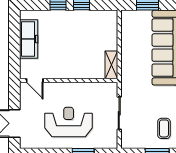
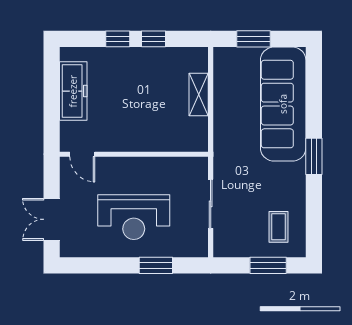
shelving: (111, 65) -> (199, 95), moved
reception desk: (69, 122) -> (134, 217), turned 180

